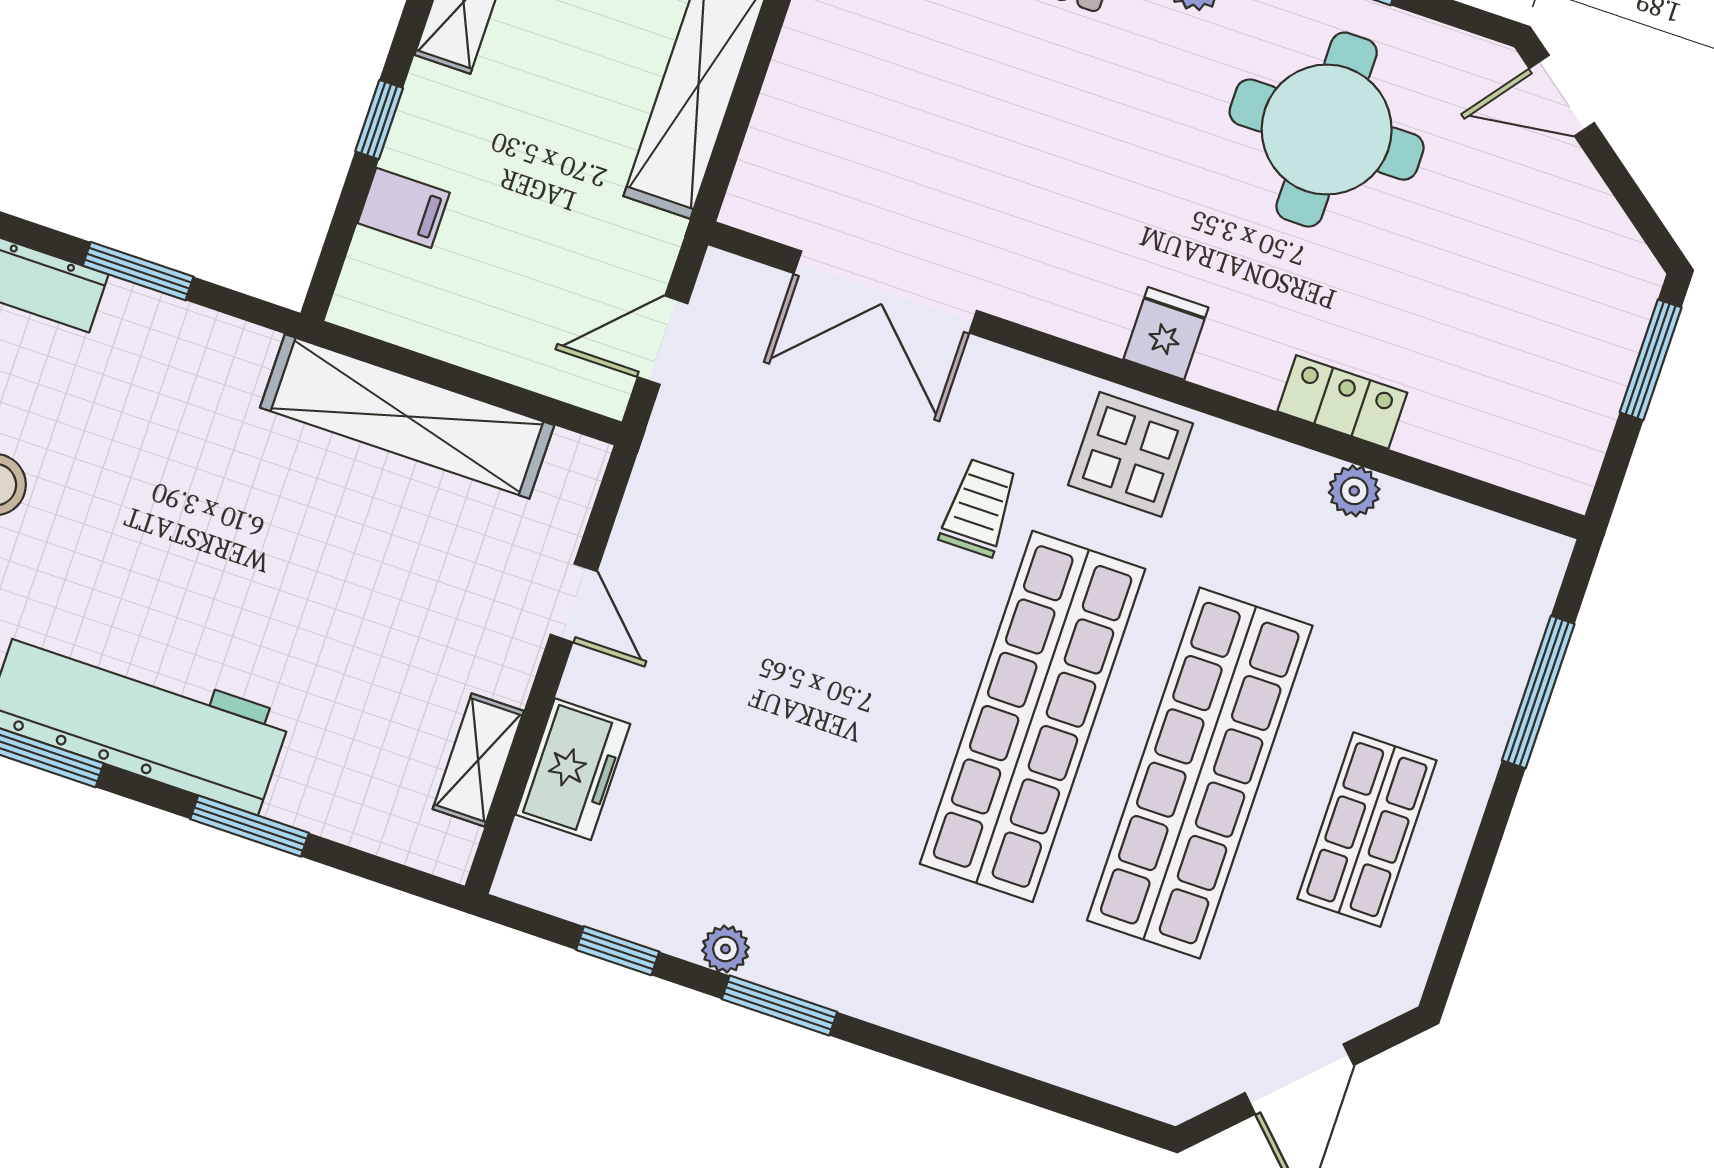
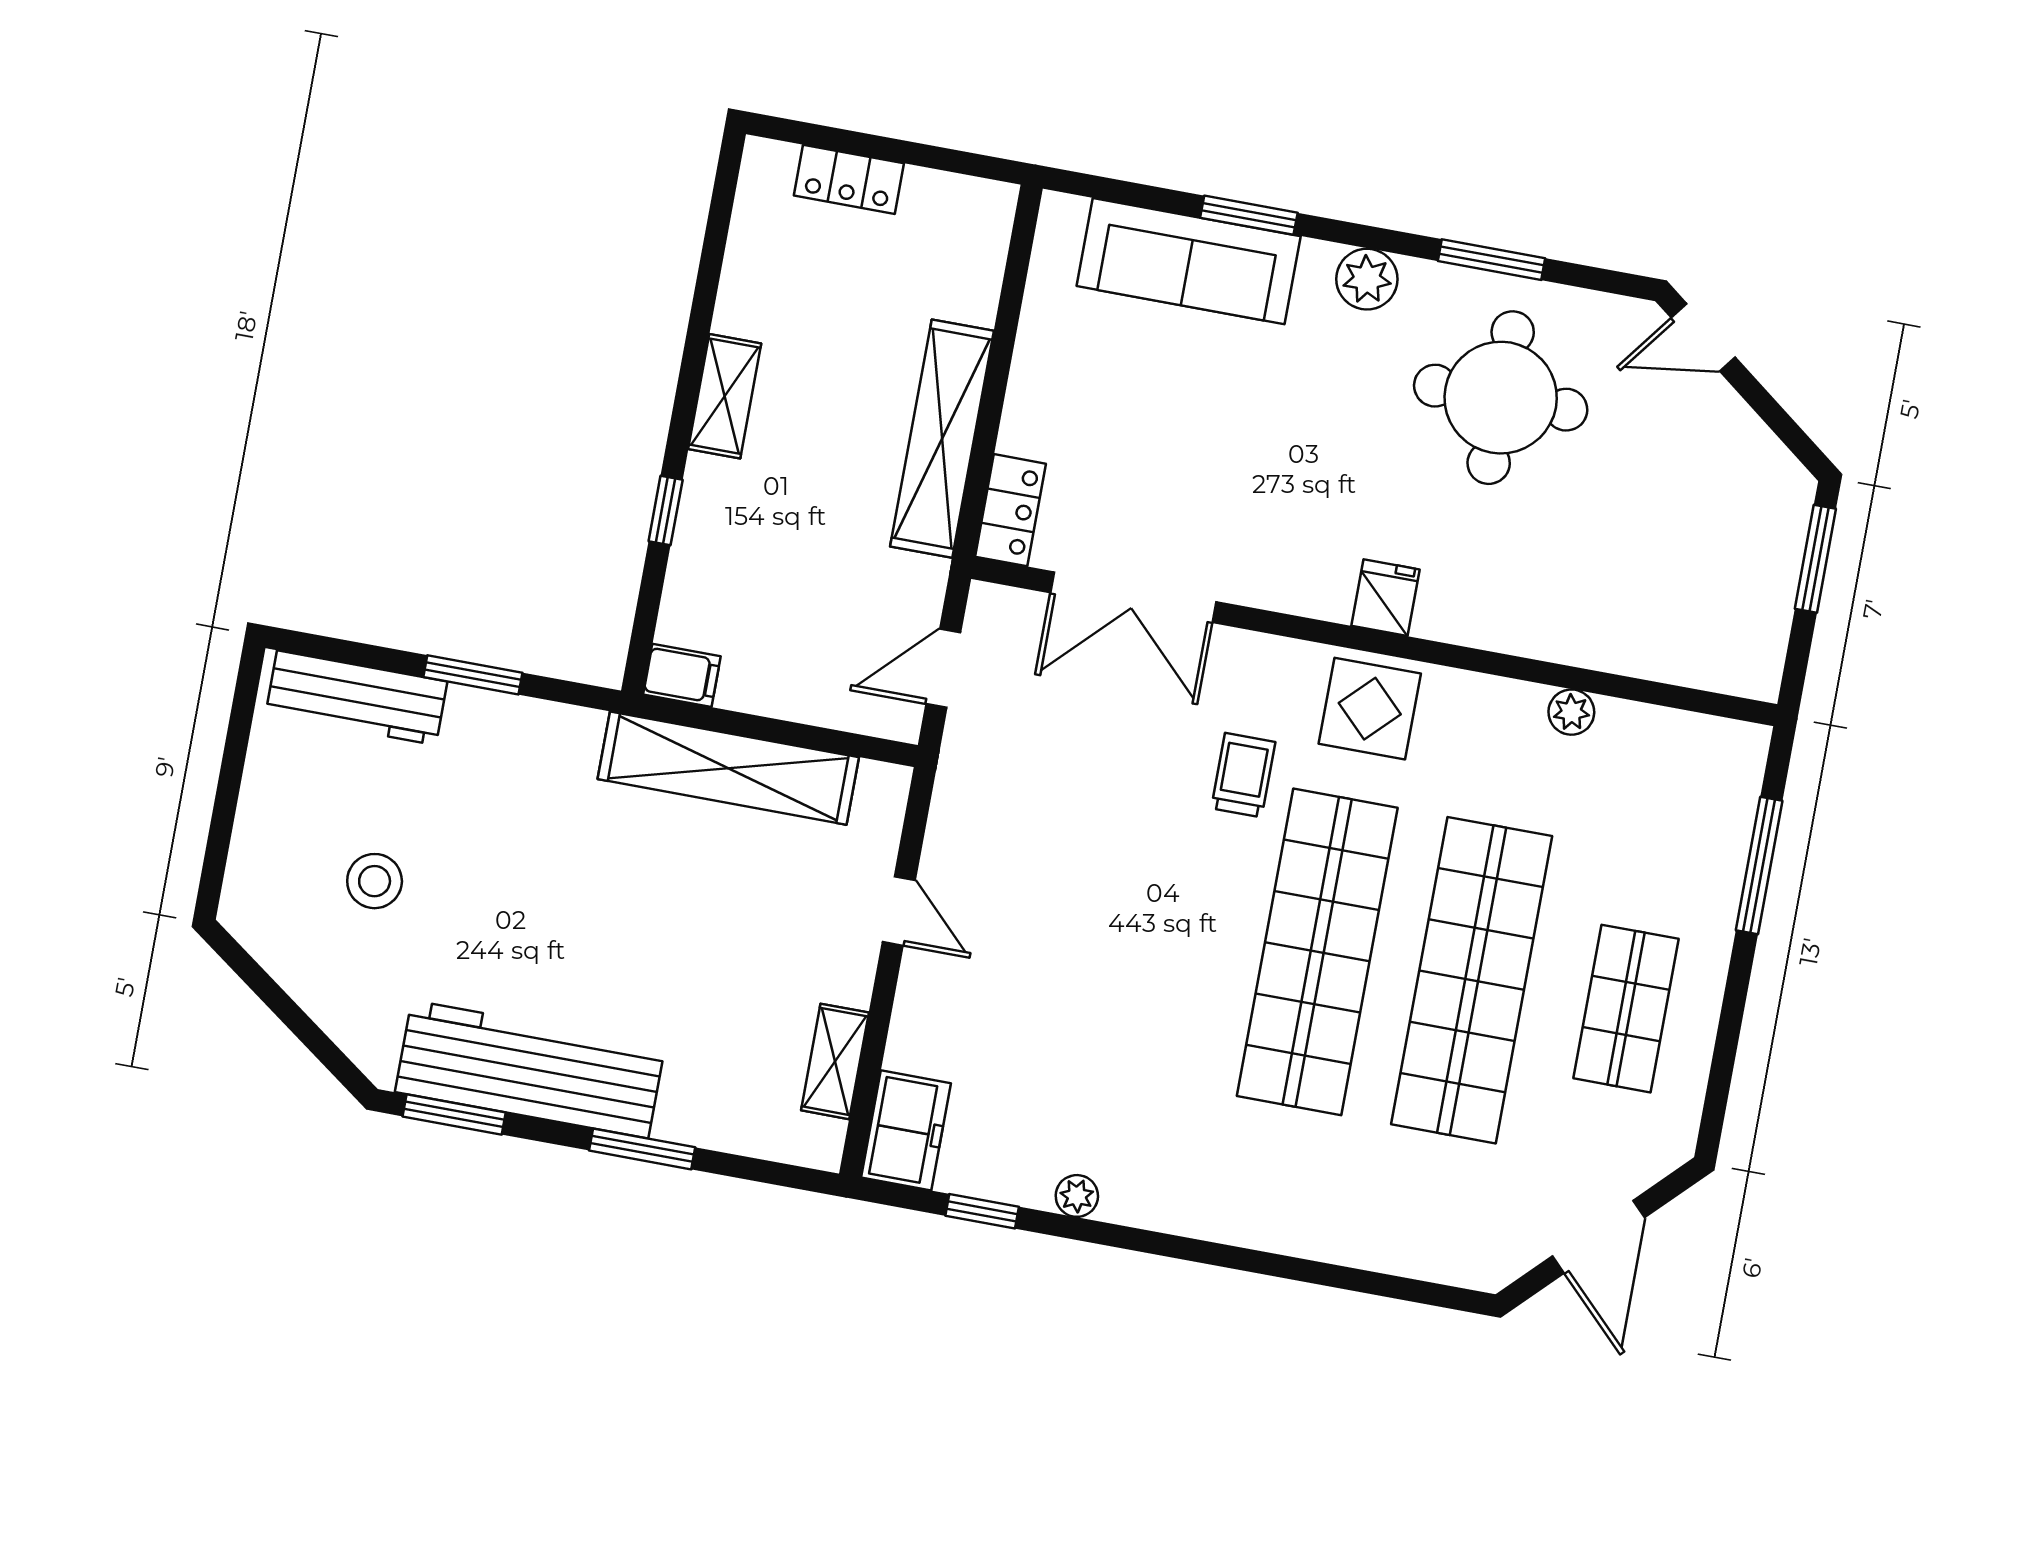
filing cabinet: (404, 208) -> (682, 675), moved
locker: (1342, 402) -> (1011, 510), moved, turned 90
freezer: (573, 769) -> (906, 1130), moved
window: (779, 1005) -> (1132, 1239), removed

